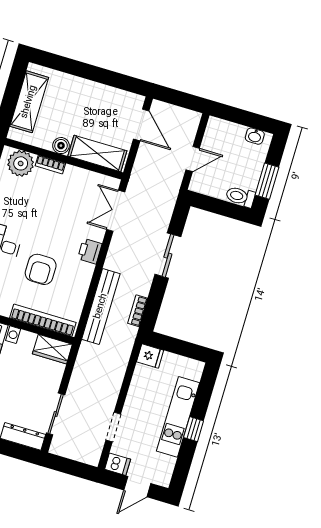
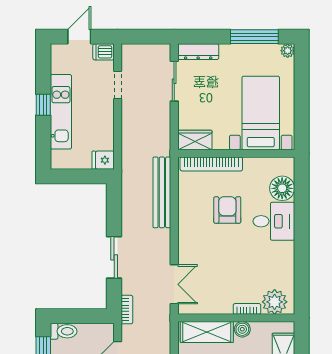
printer: (90, 251) -> (187, 240), removed
bookcase: (138, 311) -> (127, 310), moved

